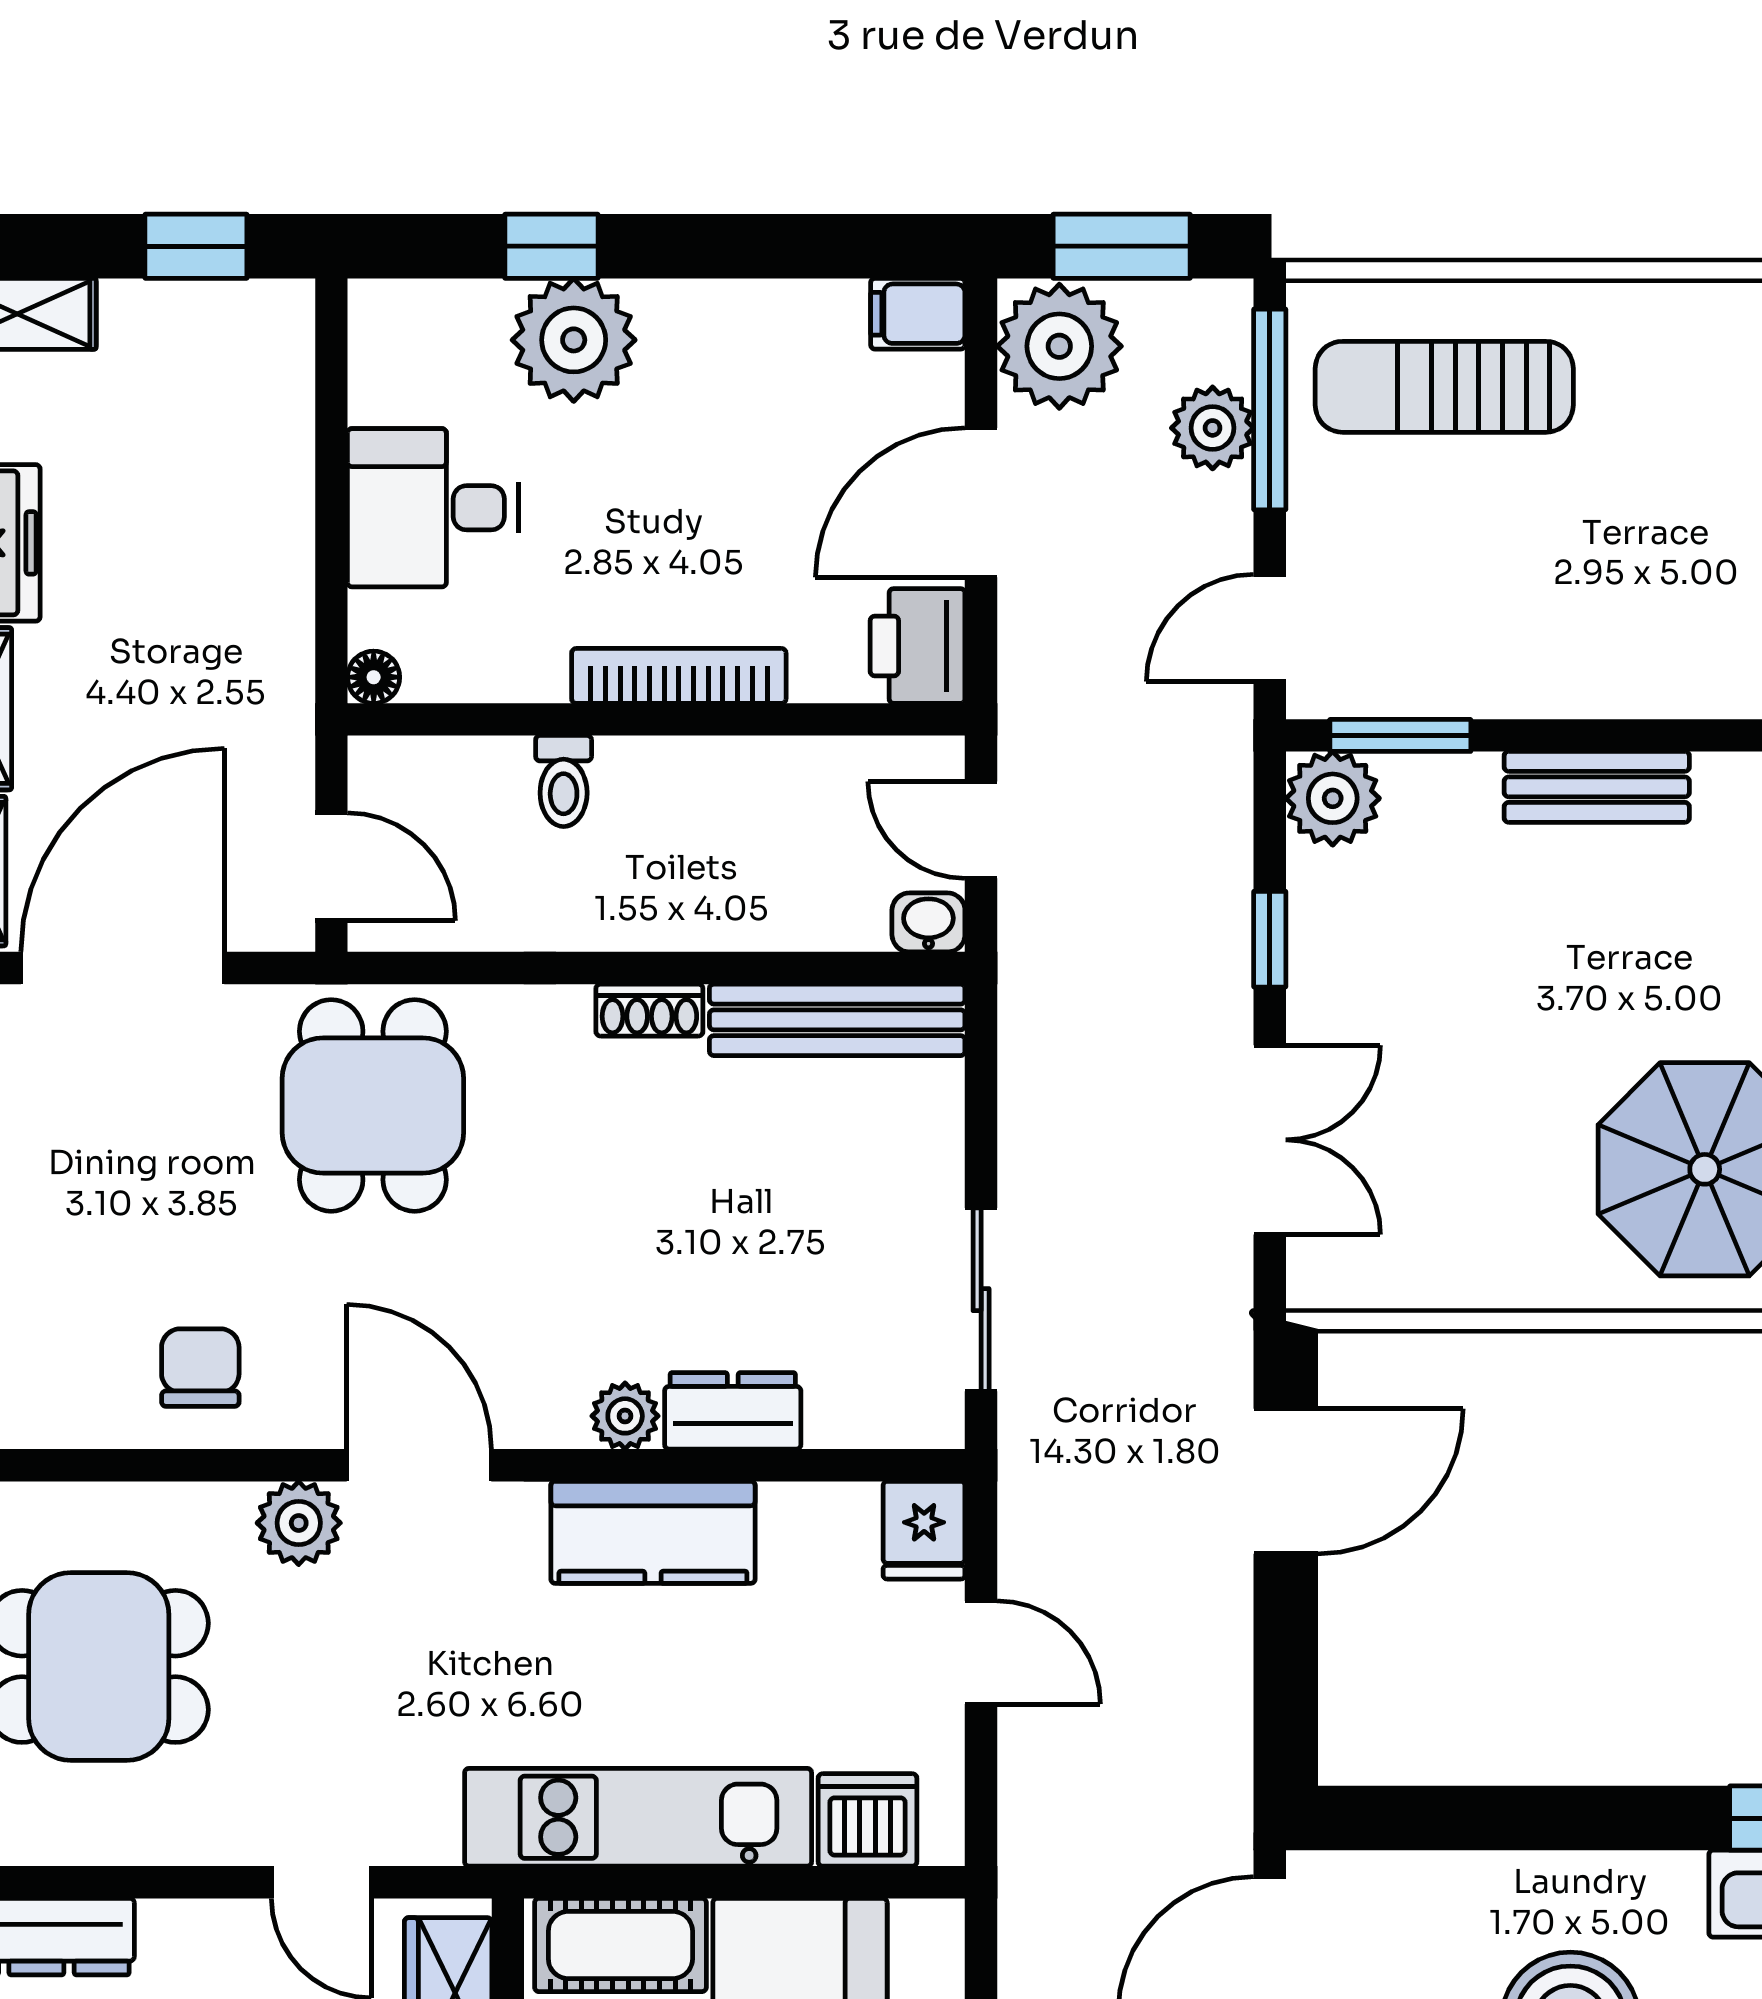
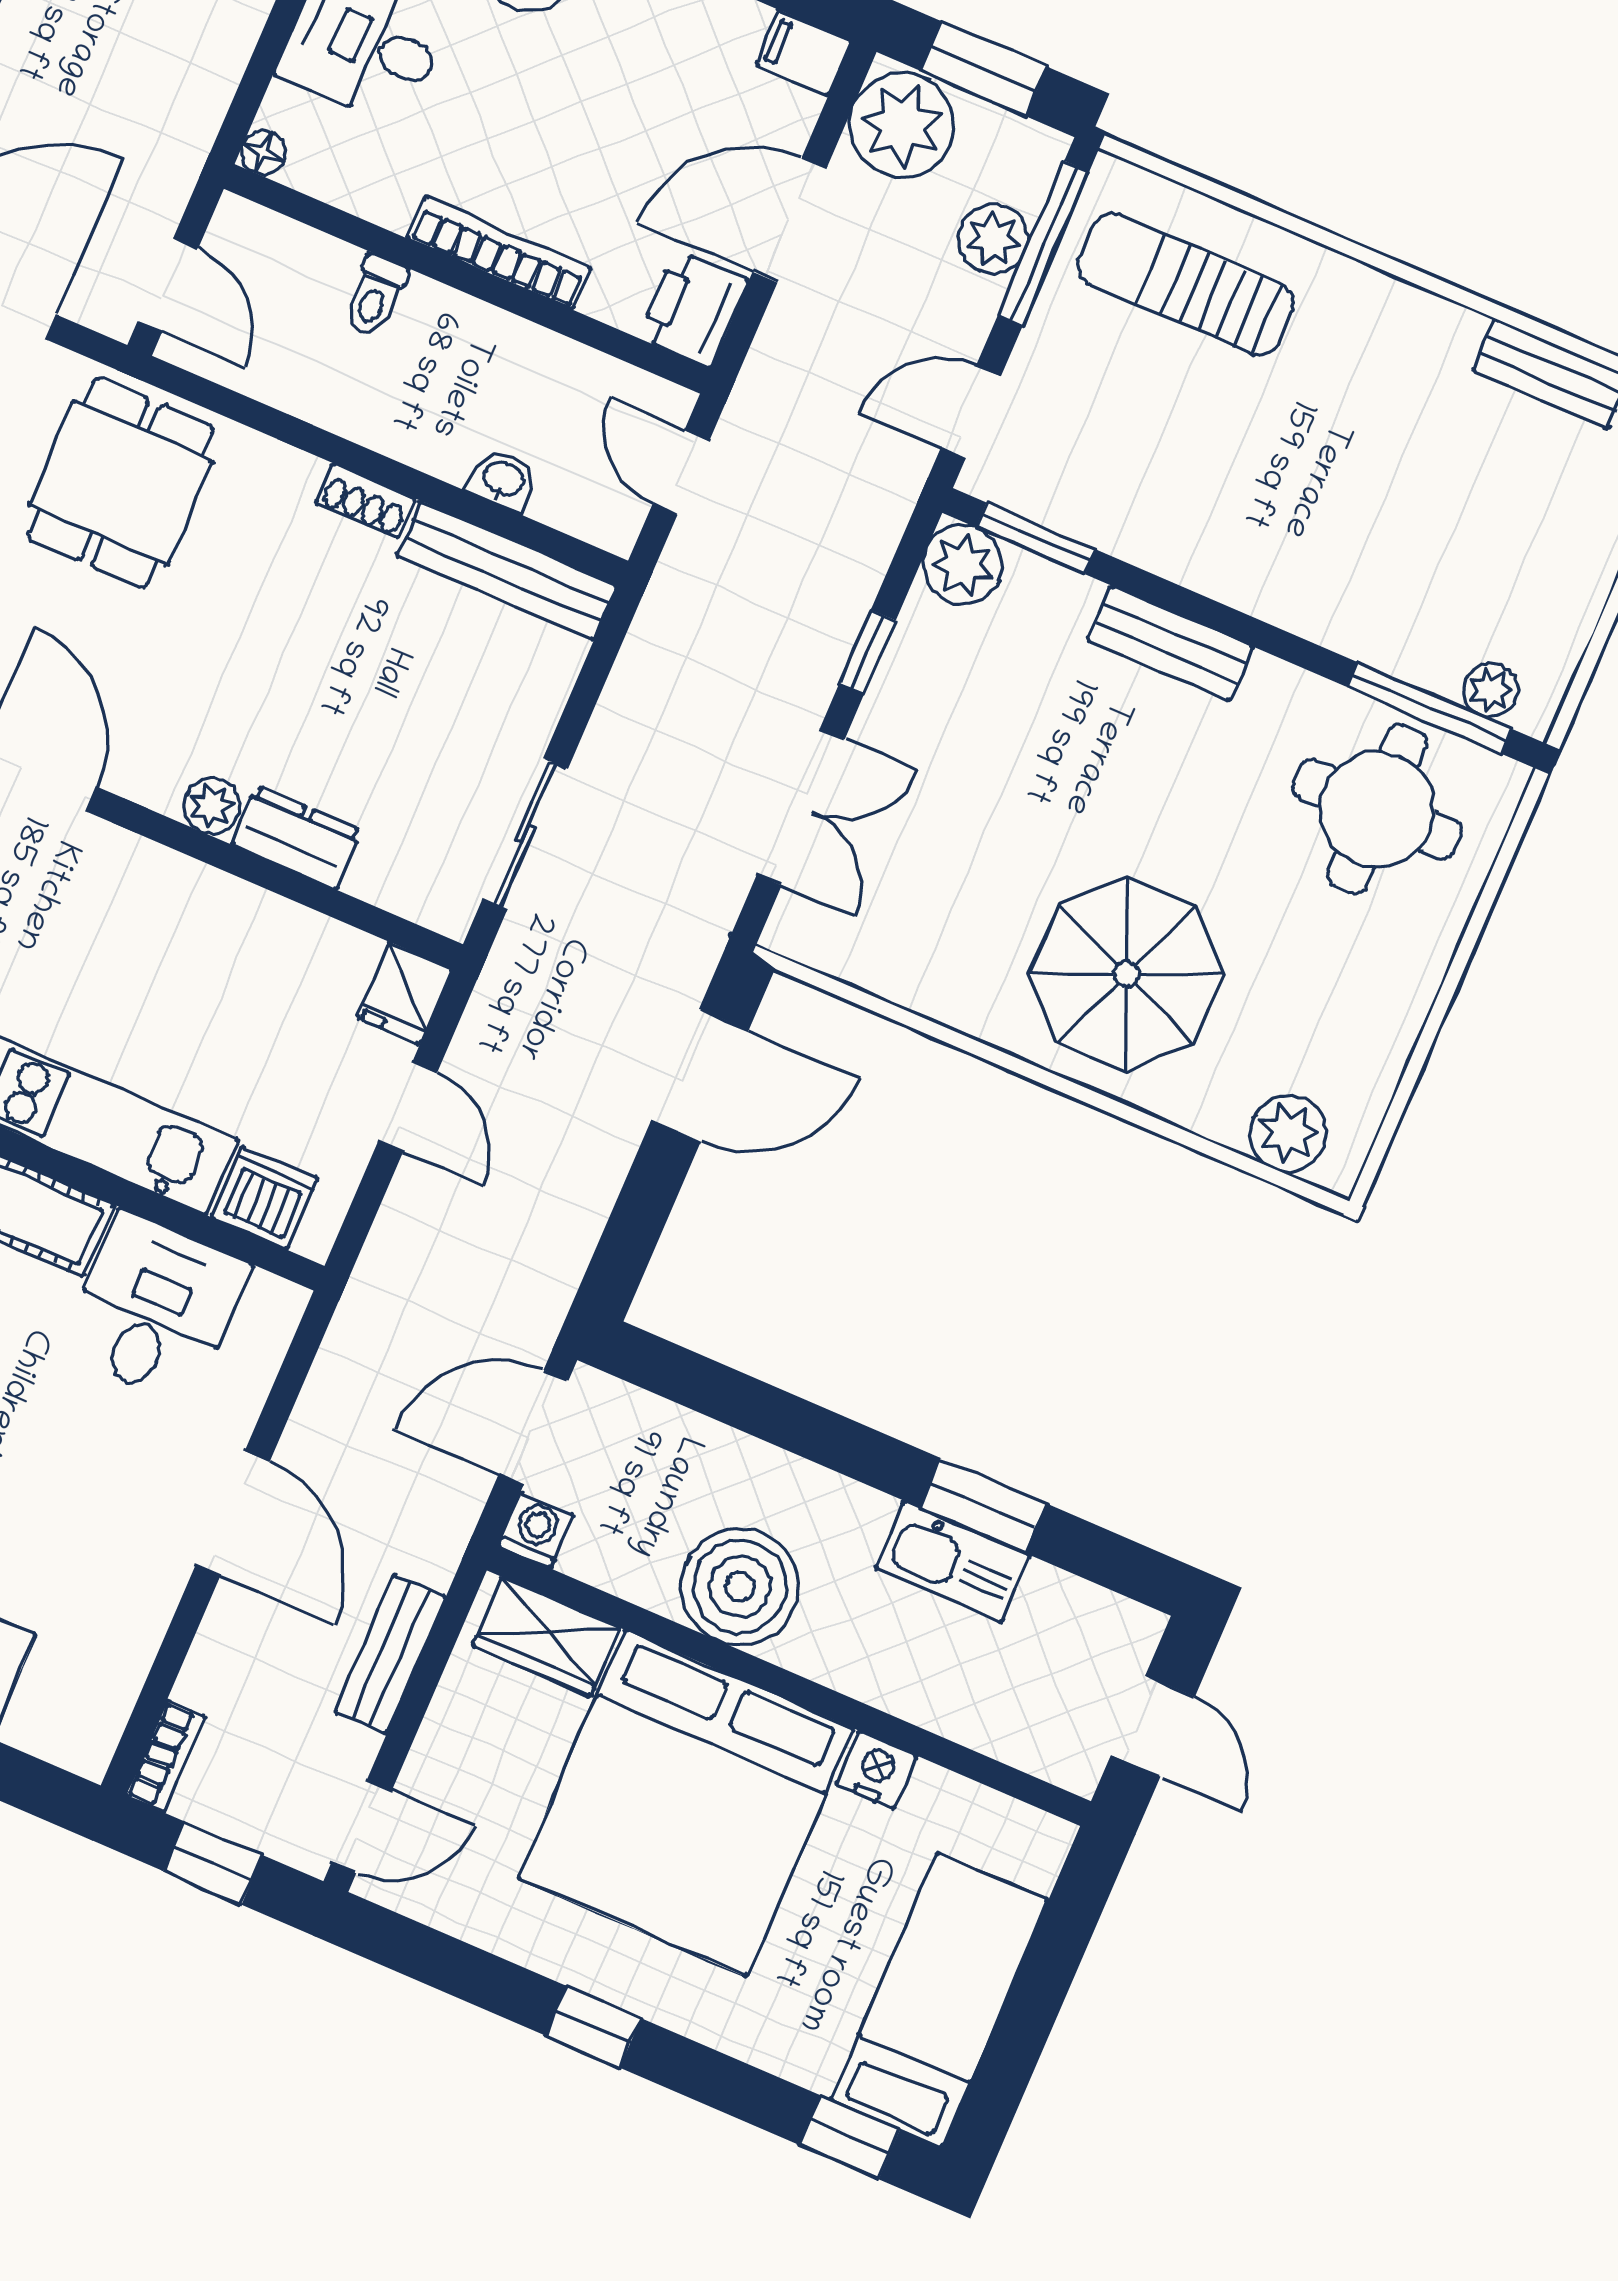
washbasin: (928, 922) -> (503, 480), moved
kitchen counter: (653, 1532) -> (195, 905), removed

